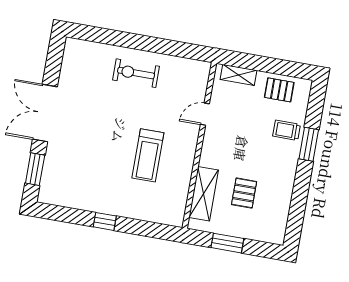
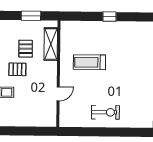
shelving: (238, 75) -> (41, 122), removed
pallet: (279, 90) -> (17, 69), moved
treadmill: (148, 155) -> (89, 62), turned -90

